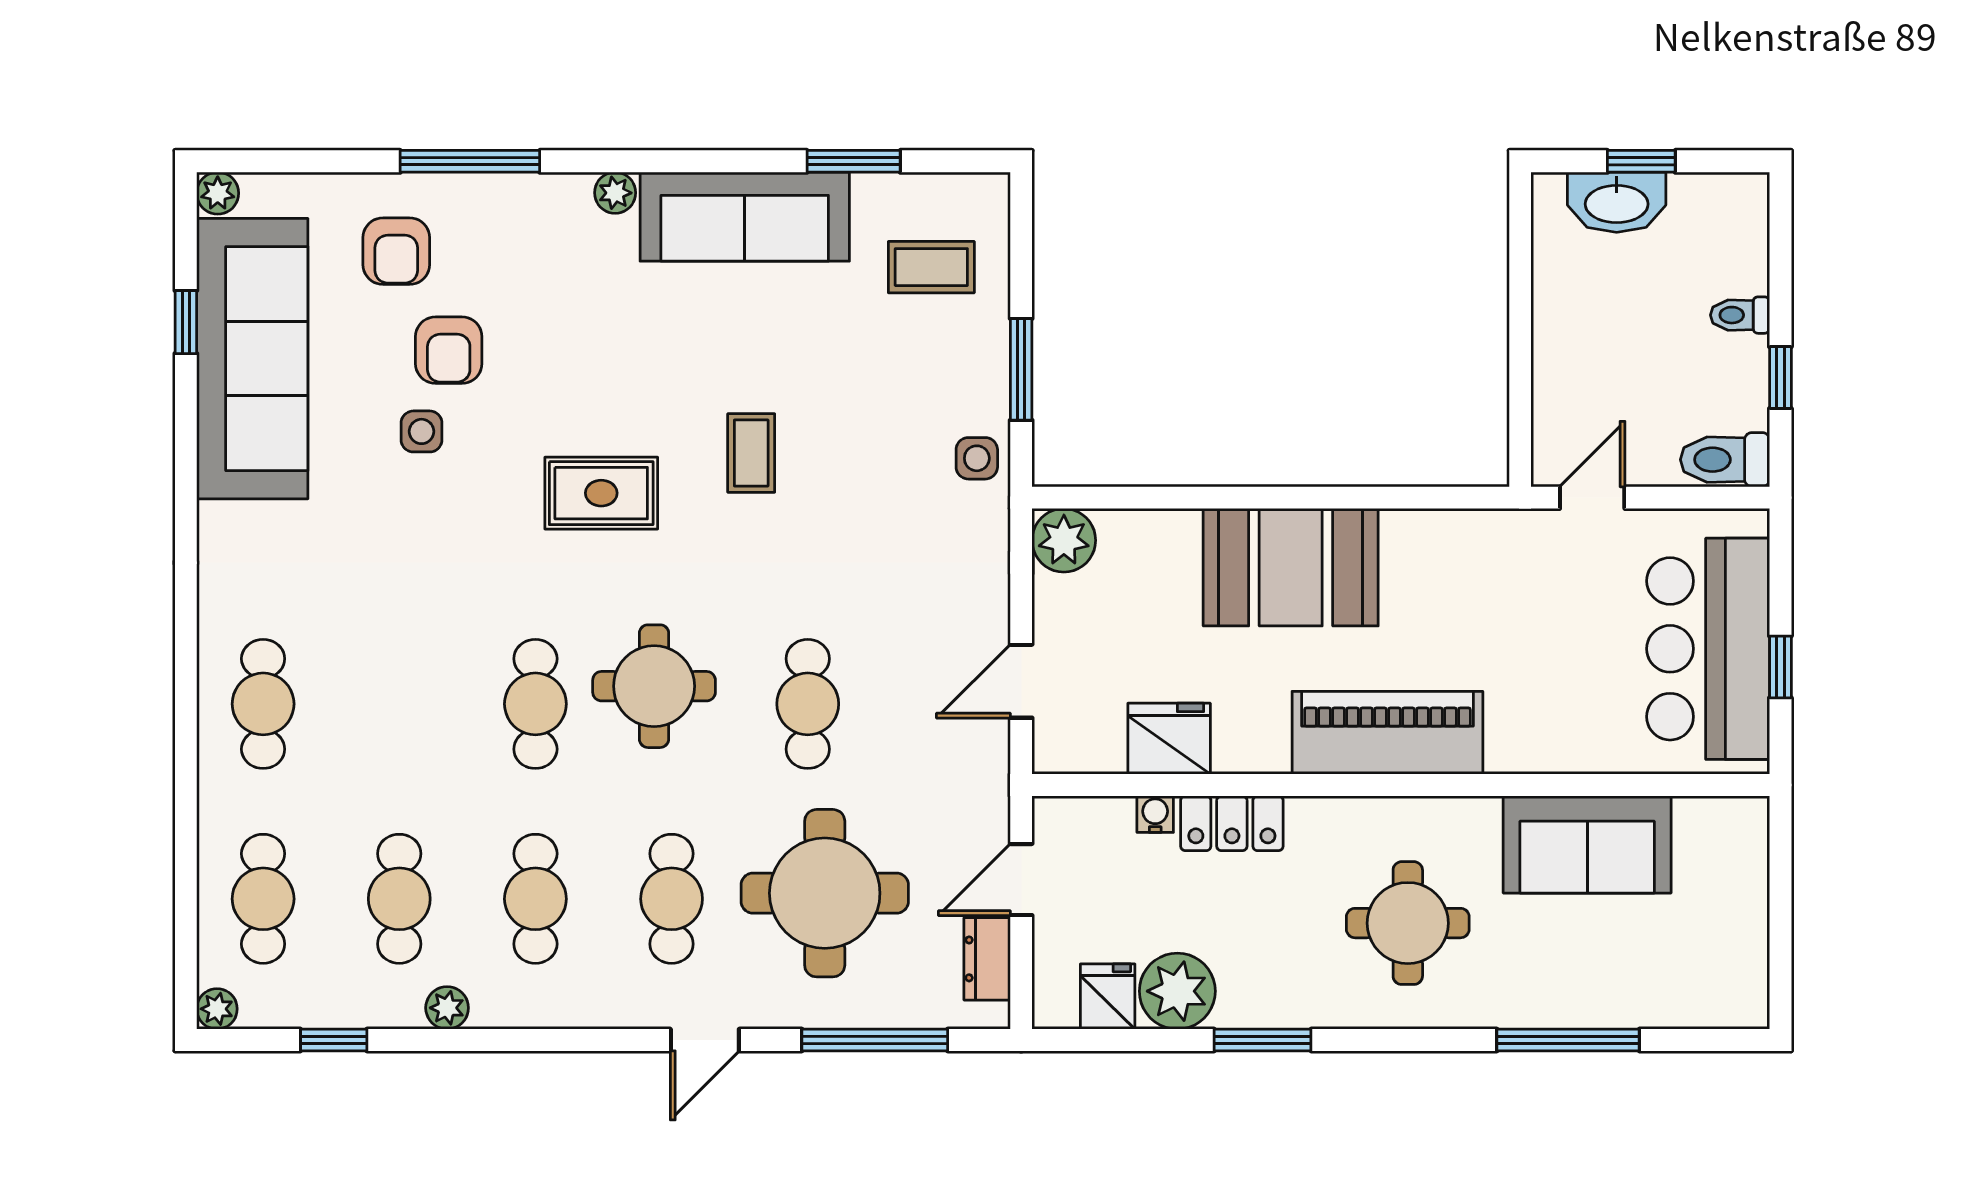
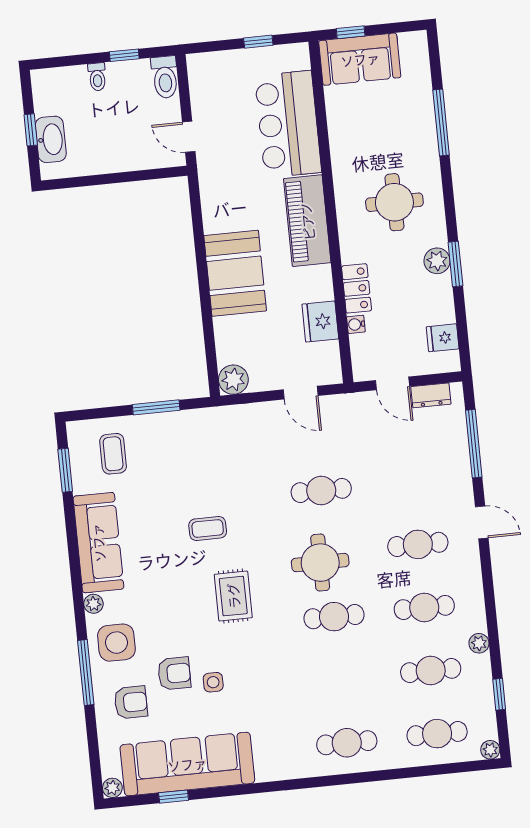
window: (854, 161) -> (65, 470), moved
side table: (977, 458) -> (116, 643), moved, width x1.87, depth x1.87
bar counter: (1708, 649) -> (288, 124), moved, turned 90
sofa: (1587, 844) -> (360, 59), moved, turned 90
window: (1780, 866) -> (351, 32), added
round table: (825, 893) -> (408, 474), removed
plant: (1177, 991) -> (437, 261), moved, width x0.73, depth x0.73

